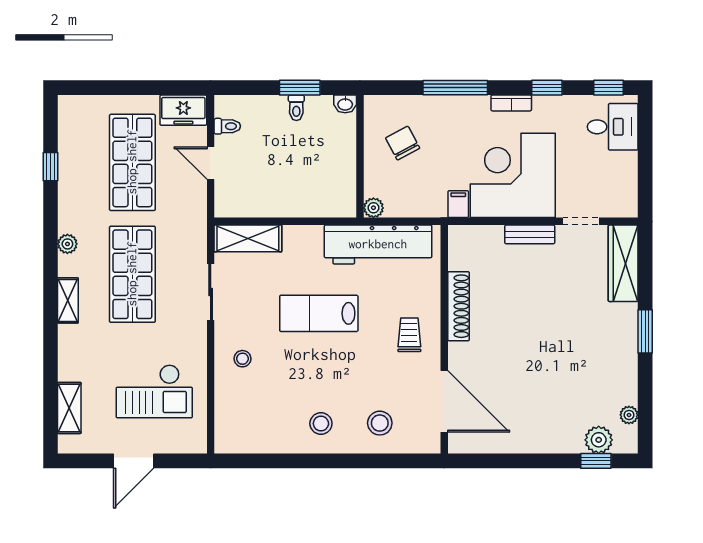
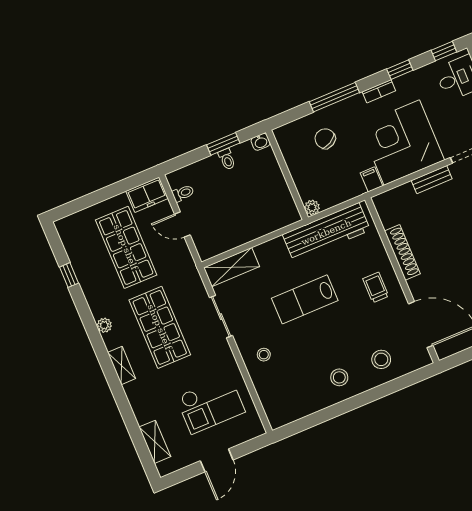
chair: (403, 143) -> (325, 139), moved

